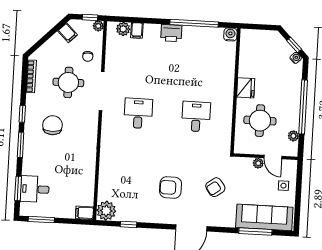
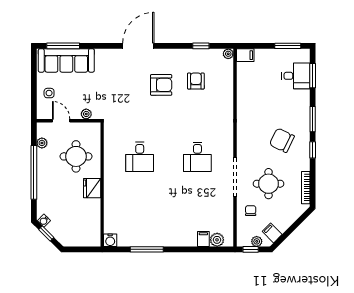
window: (194, 23) -> (147, 249), width x0.68
plant: (98, 26) -> (257, 241), moved
printer: (171, 33) -> (169, 238), removed
chair: (52, 125) -> (282, 140), turned 116
plant: (258, 163) -> (86, 114), moved
armchair: (215, 187) -> (196, 81), moved, turned -54
plant: (106, 211) -> (228, 54), width x0.53, depth x0.53
window: (255, 232) -> (63, 46), moved

